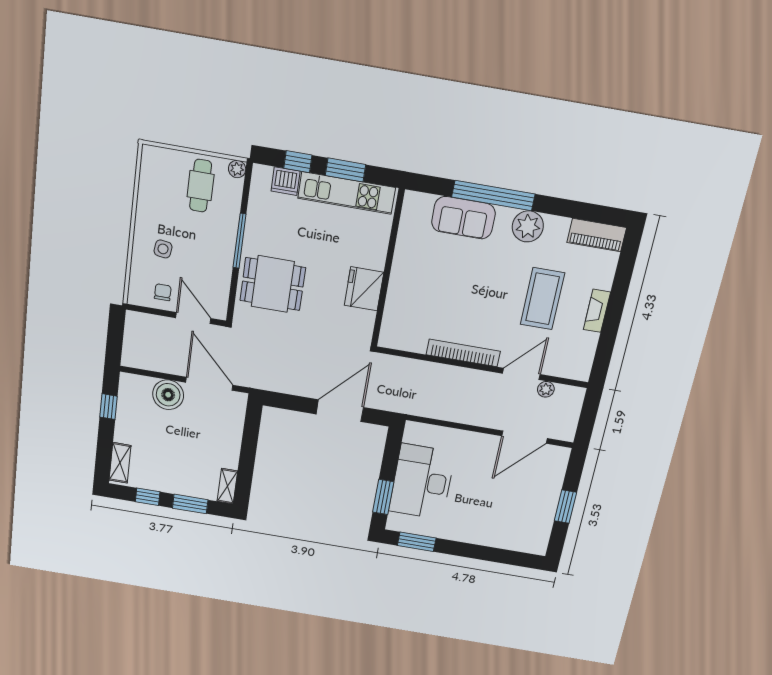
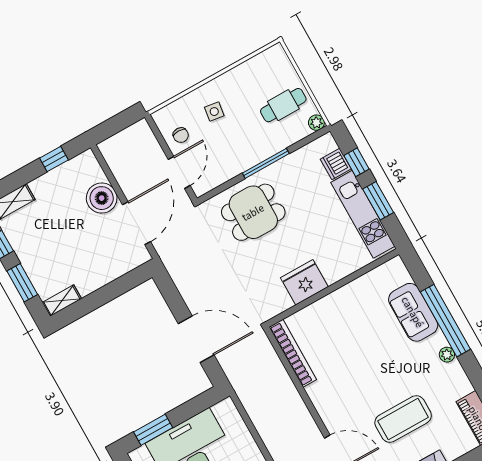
plant: (528, 226) -> (447, 355), width x0.53, depth x0.53
dining table: (273, 284) -> (253, 212), turned 90
chair: (163, 292) -> (181, 135), turned 90
bookcase: (463, 353) -> (293, 353), moved

